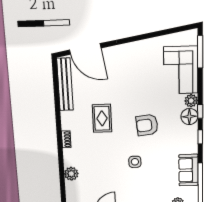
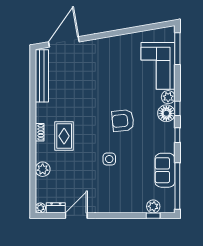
door: (85, 49) -> (64, 42), swing flipped
rug: (102, 118) -> (64, 136), moved

